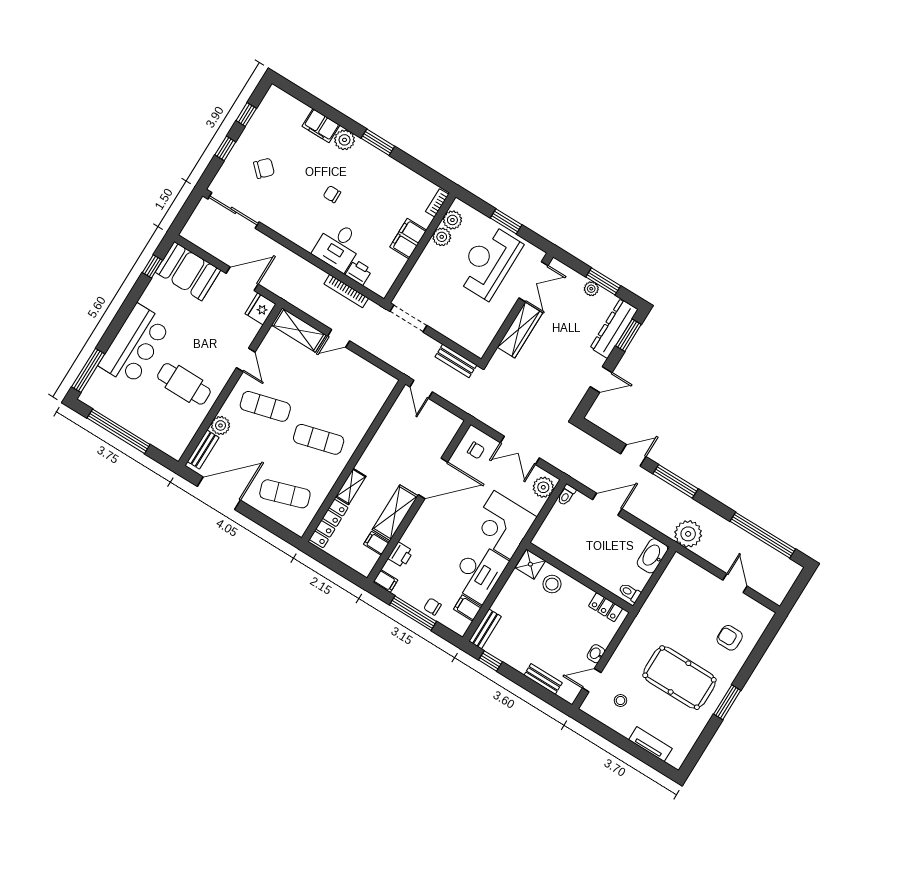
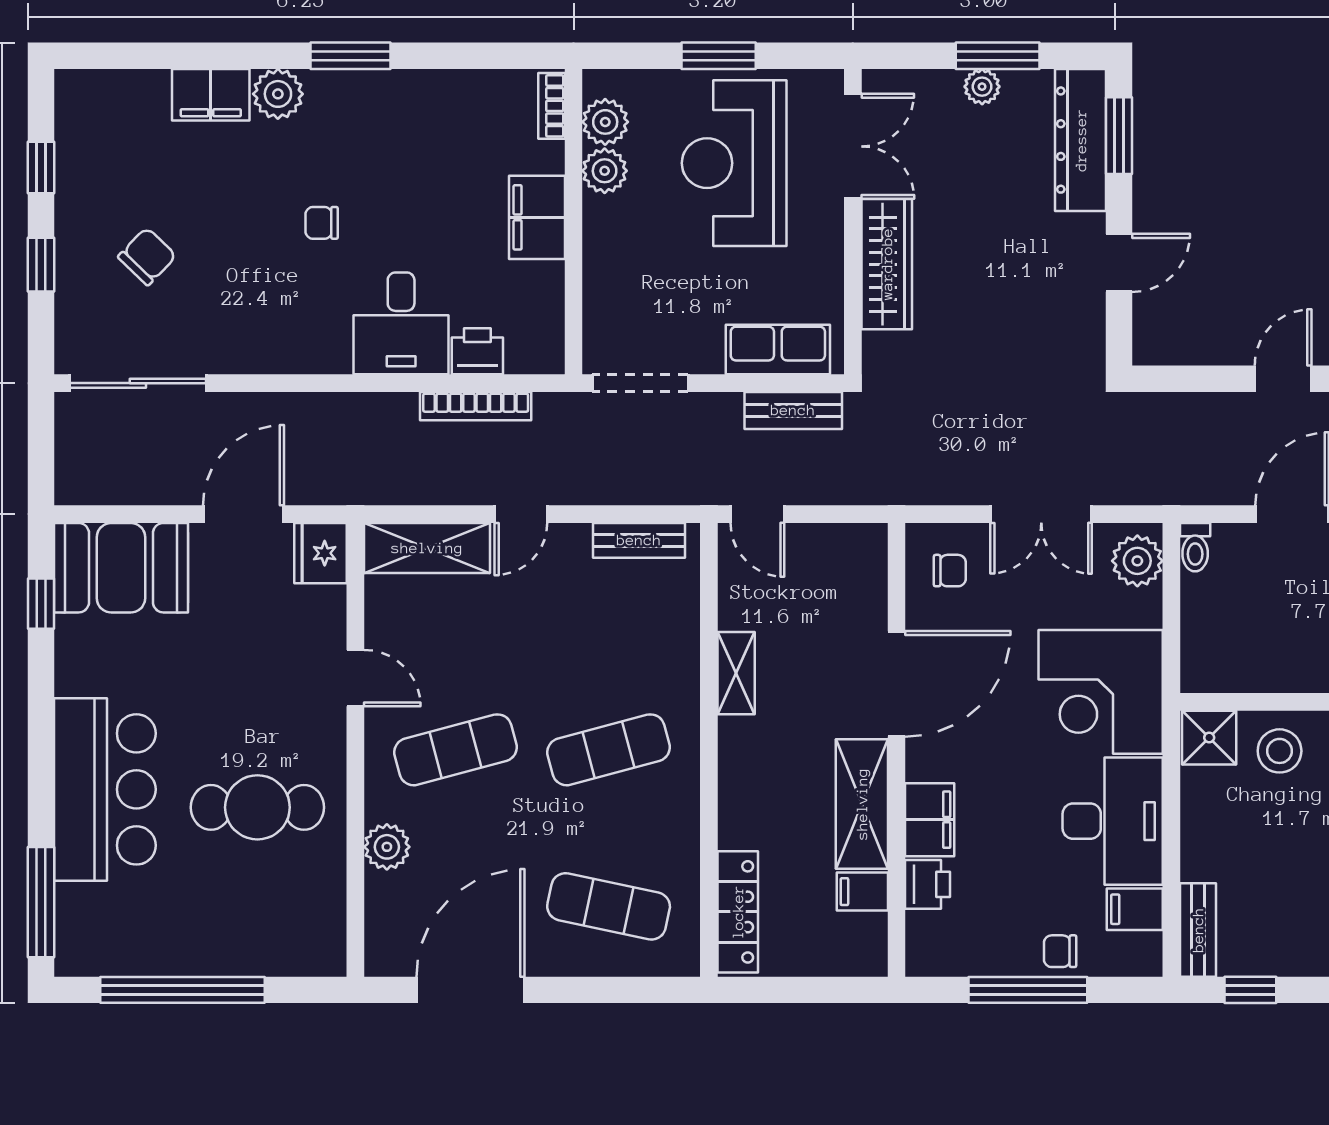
row of seats: (464, 336) -> (778, 350), added
bench: (203, 449) -> (639, 540), moved, turned 90
shelving: (351, 486) -> (736, 673), moved
exercise mat: (285, 494) -> (609, 906), turned 30
filing cabinet: (385, 581) -> (930, 820), moved, width x2.00

